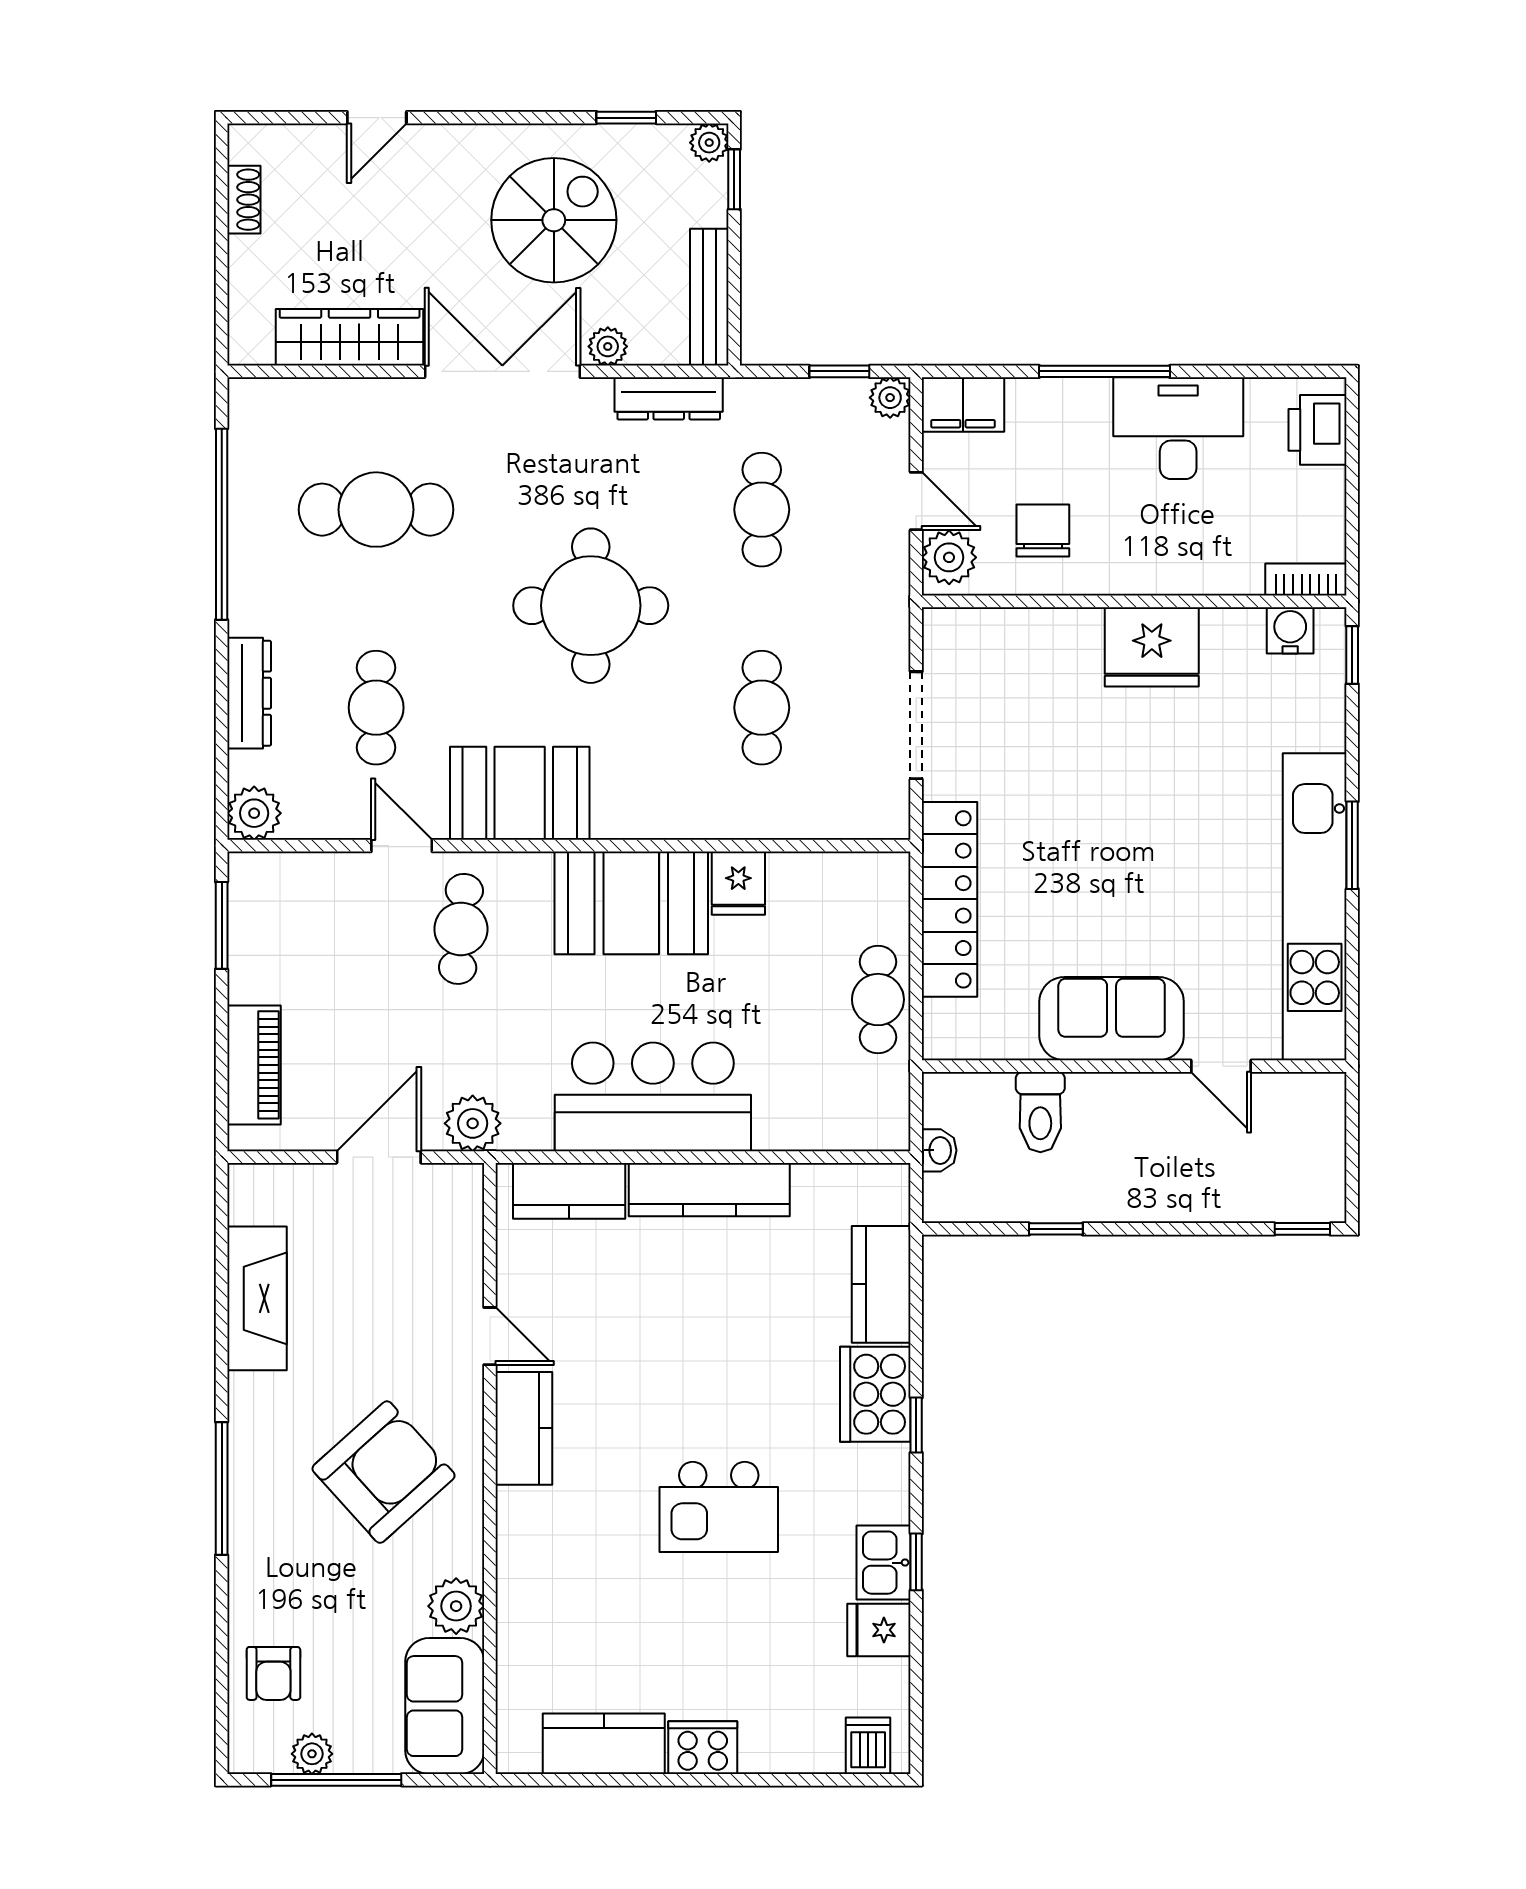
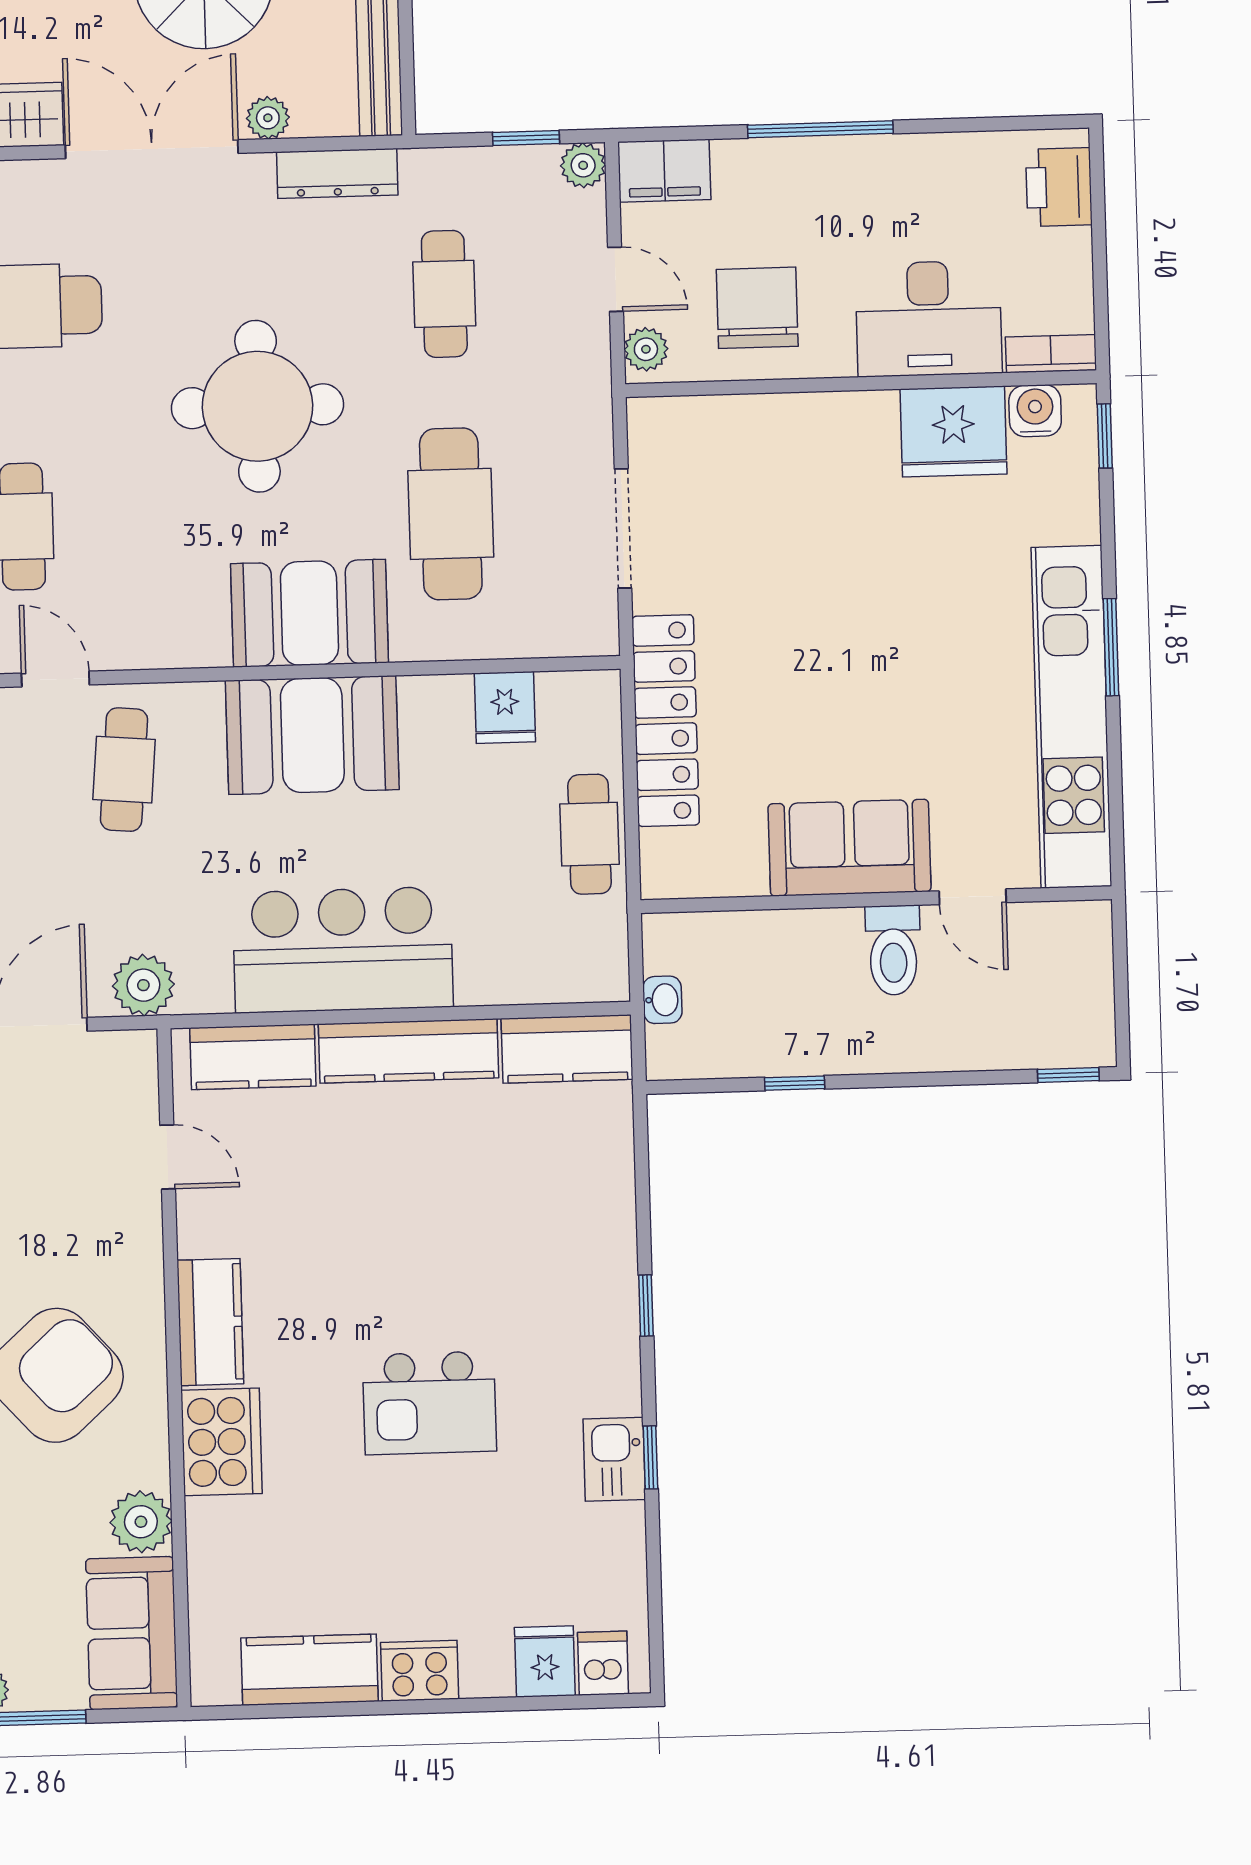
desk: (1178, 428) -> (929, 319), moved, turned 180
chair: (1043, 530) -> (757, 308), width x1.37, depth x1.37
plant: (949, 557) -> (646, 349), width x0.73, depth x0.73
fridge: (1152, 647) -> (953, 431), moved
cafe table: (762, 708) -> (451, 514), width x1.37, depth x1.35
booth: (520, 793) -> (309, 613), moved
fridge: (738, 883) -> (505, 707), moved
toilet: (1040, 1112) -> (893, 950), moved
kitchen counter: (881, 1284) -> (567, 1049), moved, turned -90
door: (490, 1336) -> (168, 1157), moved
cooker: (875, 1394) -> (222, 1442), moved, turned 180
fridge: (879, 1630) -> (545, 1661), moved, turned 90

